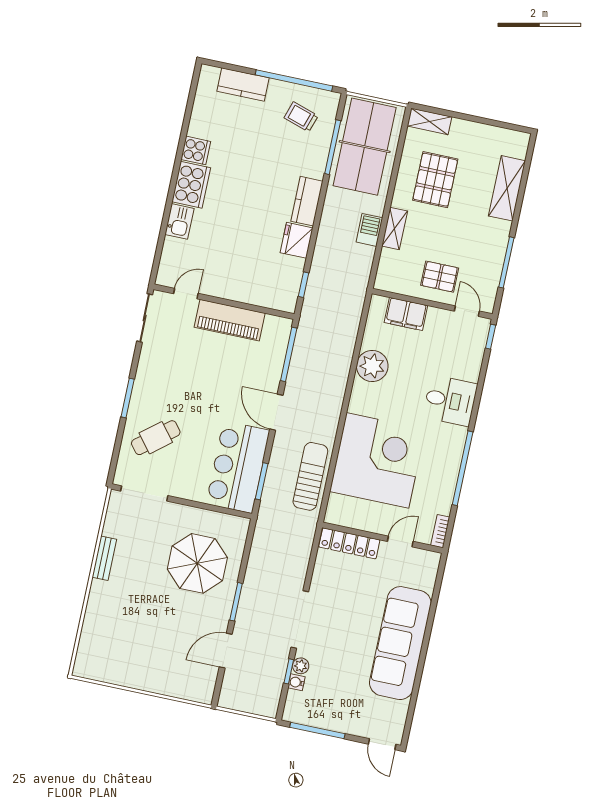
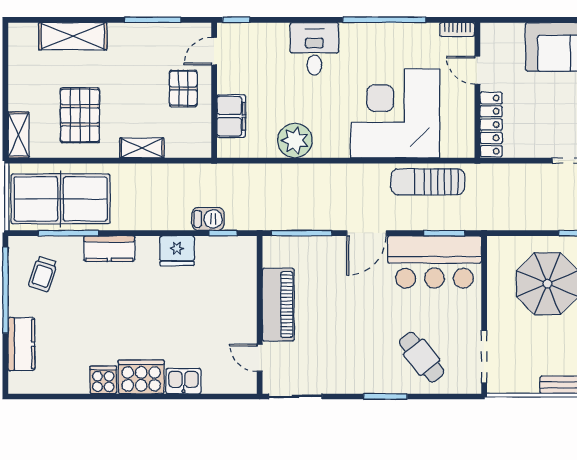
pallet: (435, 180) -> (80, 115), turned 90
kitchen counter: (307, 201) -> (109, 249), moved
barbecue: (369, 230) -> (208, 219), moved, turned 180

